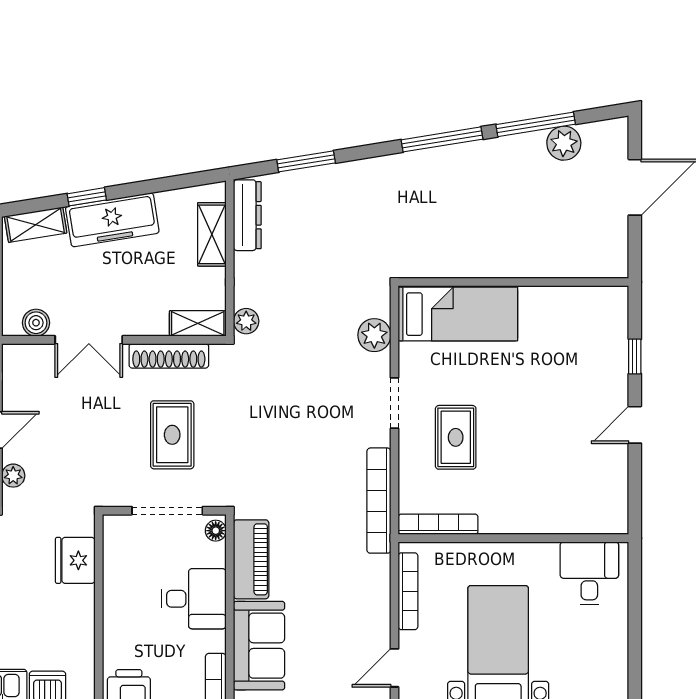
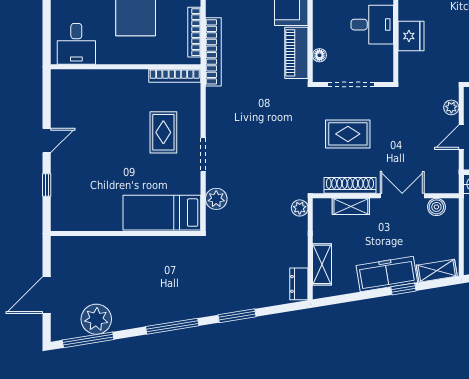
window: (536, 124) -> (88, 340), moved
plant: (564, 143) -> (96, 319), width x1.36, depth x1.36
window: (306, 161) -> (237, 316), moved
dresser: (247, 215) -> (299, 284), width x0.70
shelving: (198, 323) -> (351, 206), moved
rug: (172, 435) -> (348, 134), turned 90
bookcase: (379, 501) -> (213, 52), moved
floor lamp: (216, 531) -> (319, 55), moved
fridge: (75, 560) -> (411, 36), moved
desk: (194, 599) -> (372, 25), moved, turned 180

